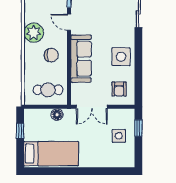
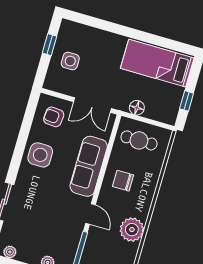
plant: (34, 33) -> (132, 230), moved
armchair: (119, 89) -> (54, 117), turned -85
double door: (92, 107) -> (92, 105), swing flipped
window: (138, 128) -> (50, 45), moved

